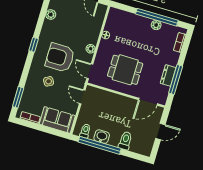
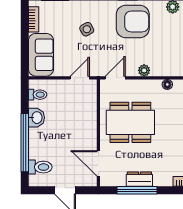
armchair: (60, 58) -> (133, 21), moved, turned 90
dining table: (125, 70) -> (130, 122), width x1.38
toilet: (125, 141) -> (40, 167), moved
window: (100, 145) -> (25, 143), moved

